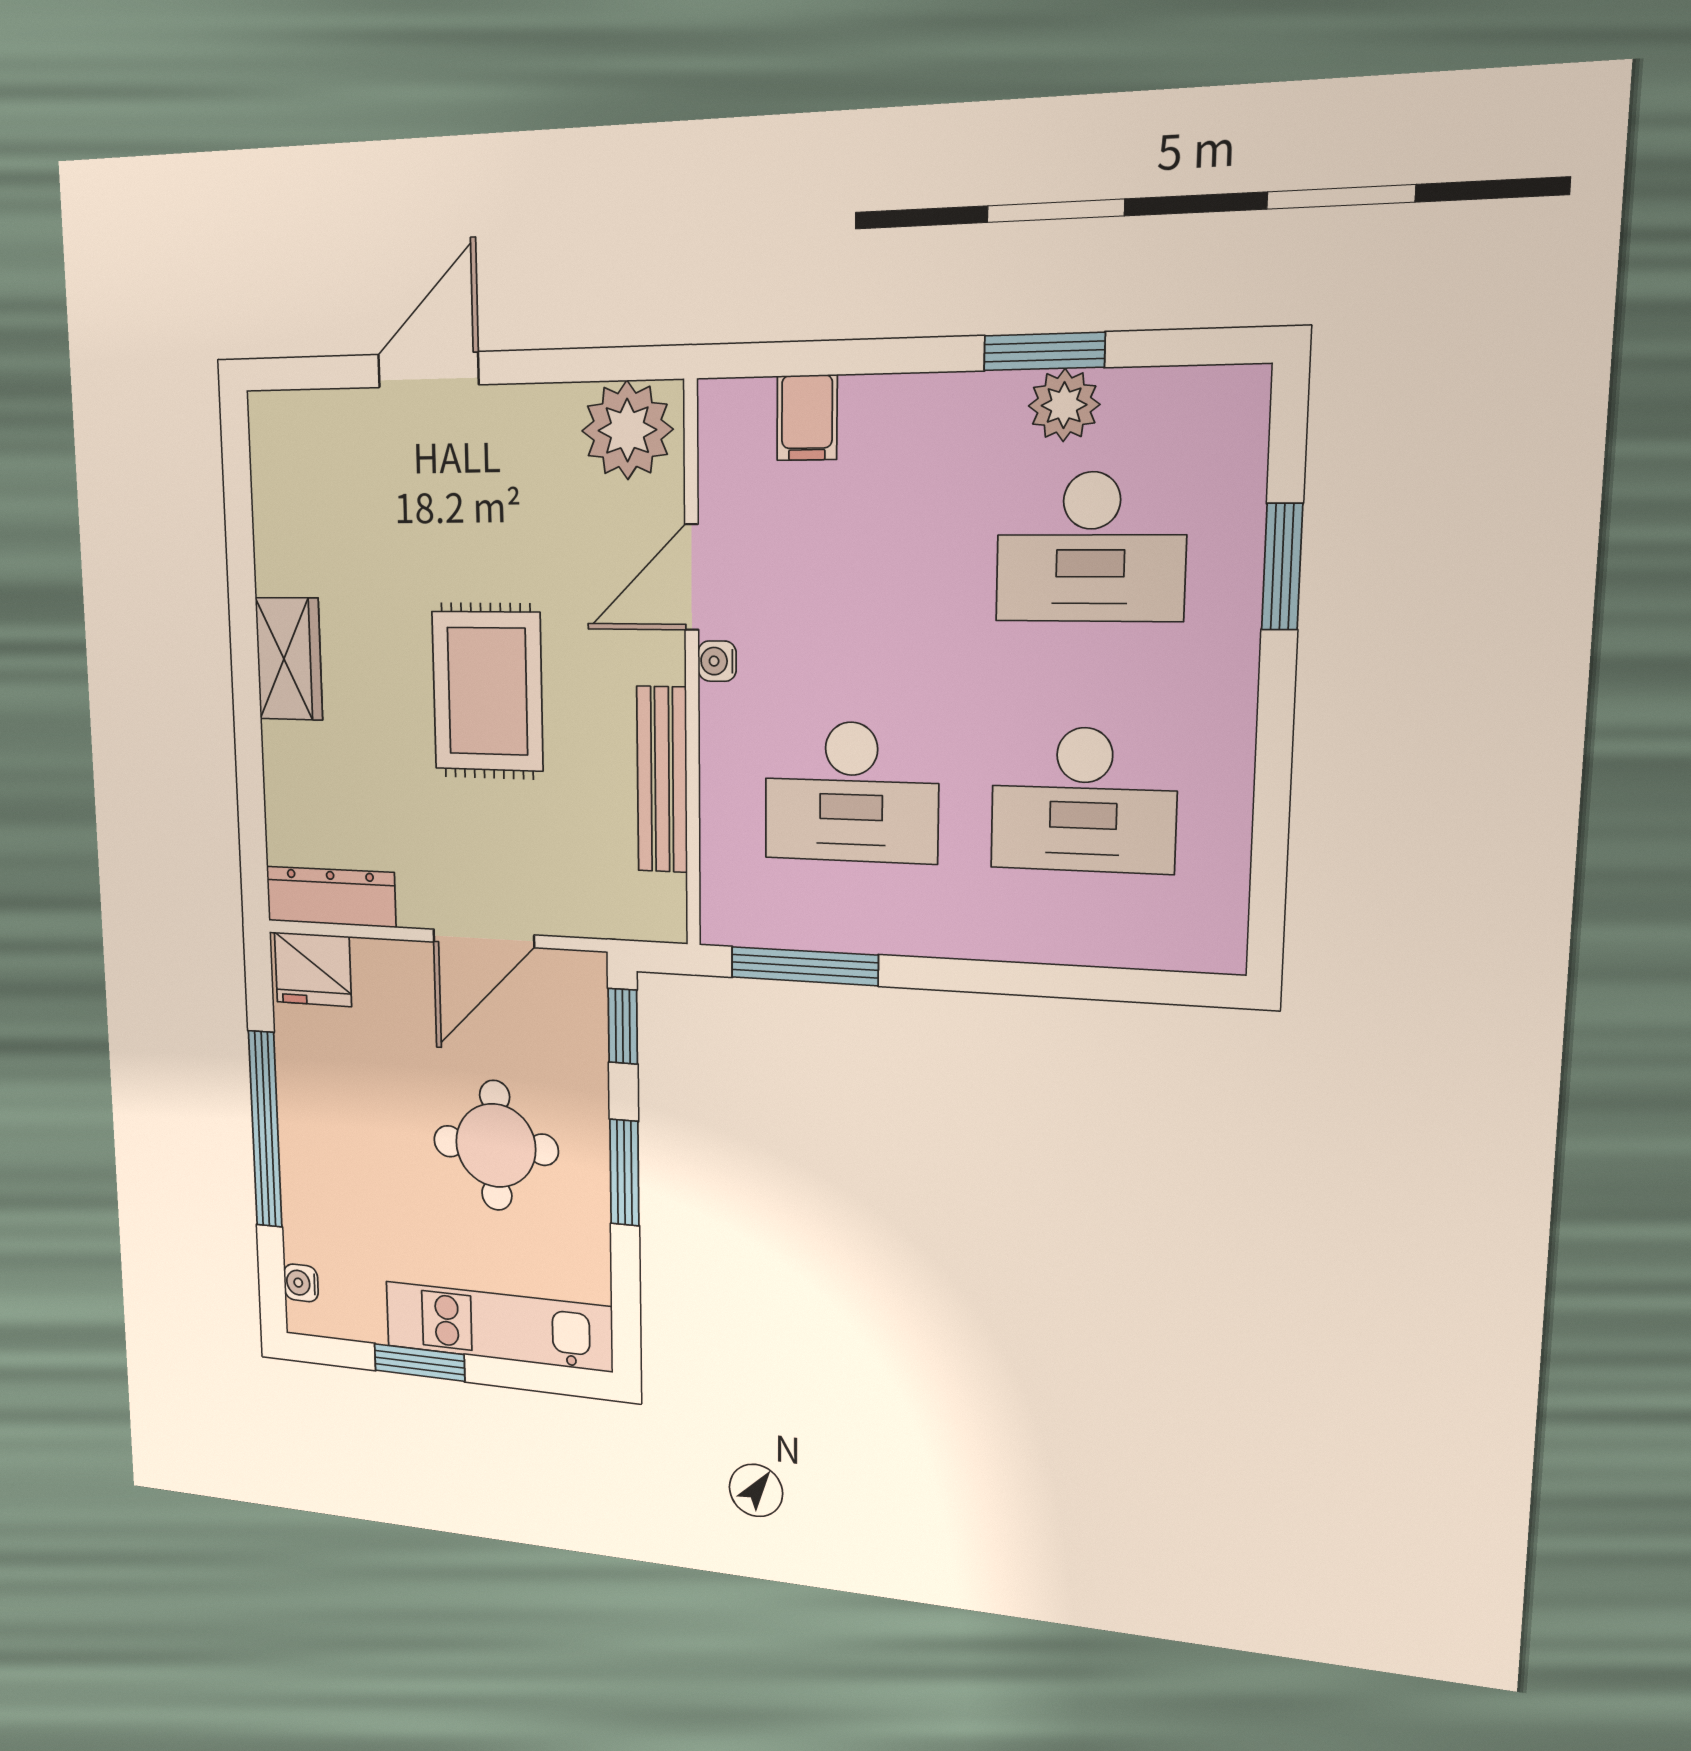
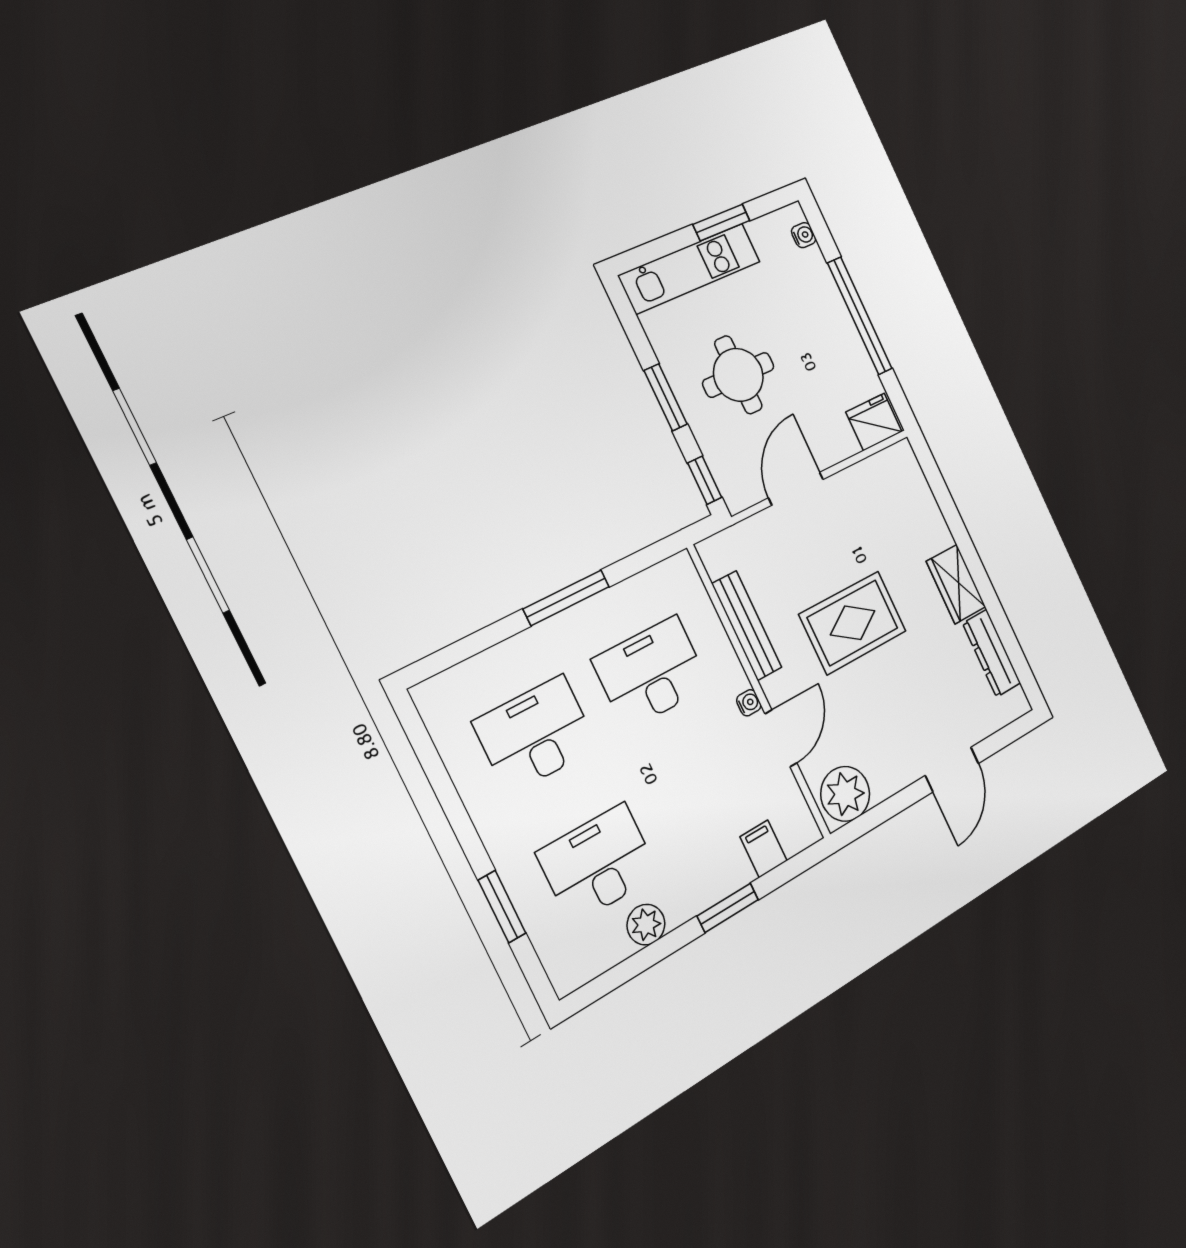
window: (1044, 351) -> (728, 908), moved
rug: (487, 691) -> (853, 623), turned 90
dresser: (331, 897) -> (992, 653), moved, turned 90
window: (804, 966) -> (566, 598), moved

